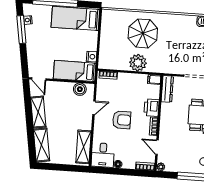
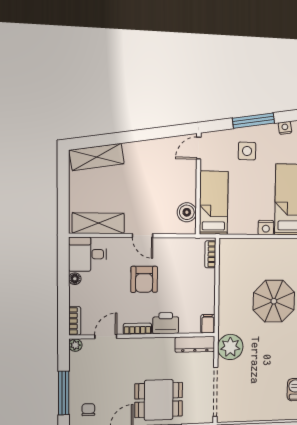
window: (21, 29) -> (253, 121), moved
side table: (42, 47) -> (247, 151), added
nightstand: (92, 57) -> (266, 228), moved
plant: (138, 63) -> (230, 347), moved
door: (94, 108) -> (143, 236), moved
shelving: (38, 112) -> (148, 149), removed

